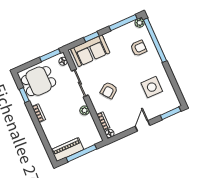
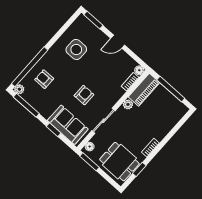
armchair: (109, 90) -> (84, 95), moved, turned -53
piano: (67, 150) -> (144, 90), moved, turned -90

